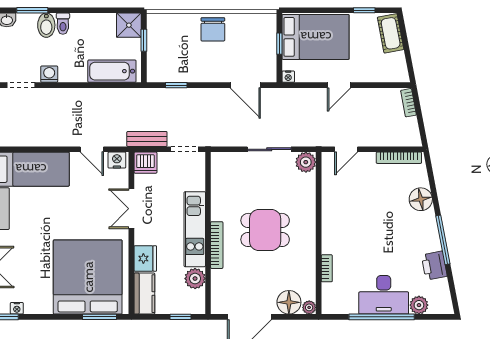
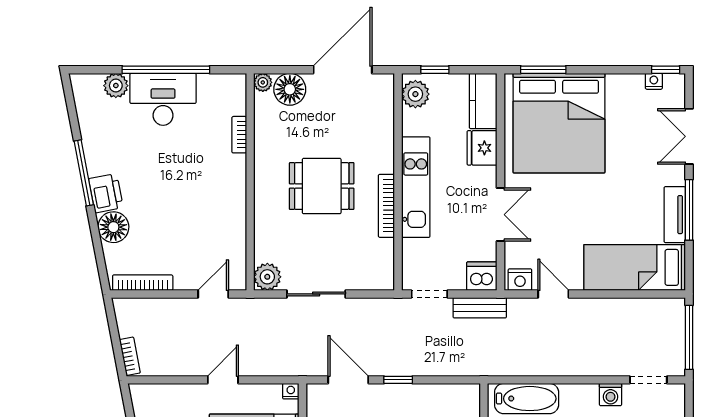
window: (176, 85) -> (398, 380), moved
bookcase: (217, 245) -> (386, 206), moved
printer: (434, 266) -> (106, 193), moved
plant: (195, 279) -> (415, 94), moved

